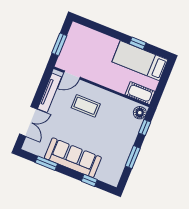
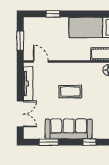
window: (138, 43) -> (53, 14), moved
door: (72, 75) -> (41, 61), swing flipped
coffee table: (86, 106) -> (70, 92), moved

